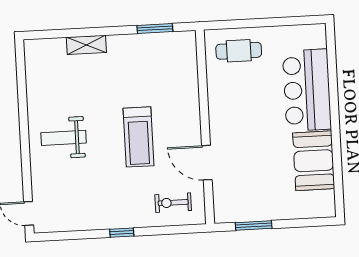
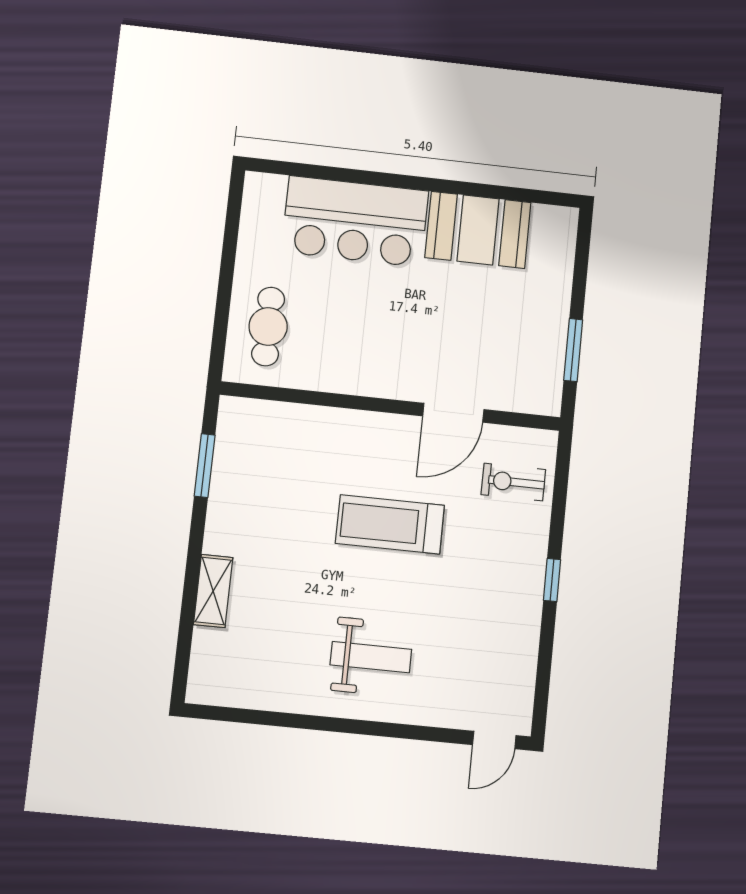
treadmill: (138, 137) -> (390, 524), turned 180
weight bench: (64, 138) -> (371, 657), turned -90
exercise bike: (173, 203) -> (513, 482), turned 90

